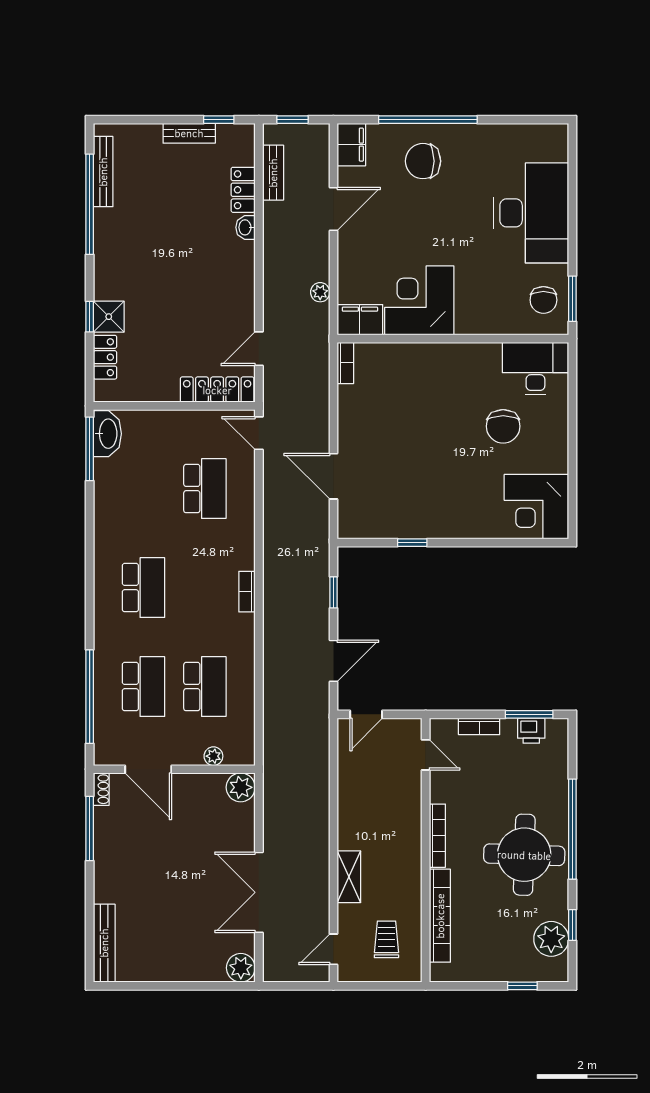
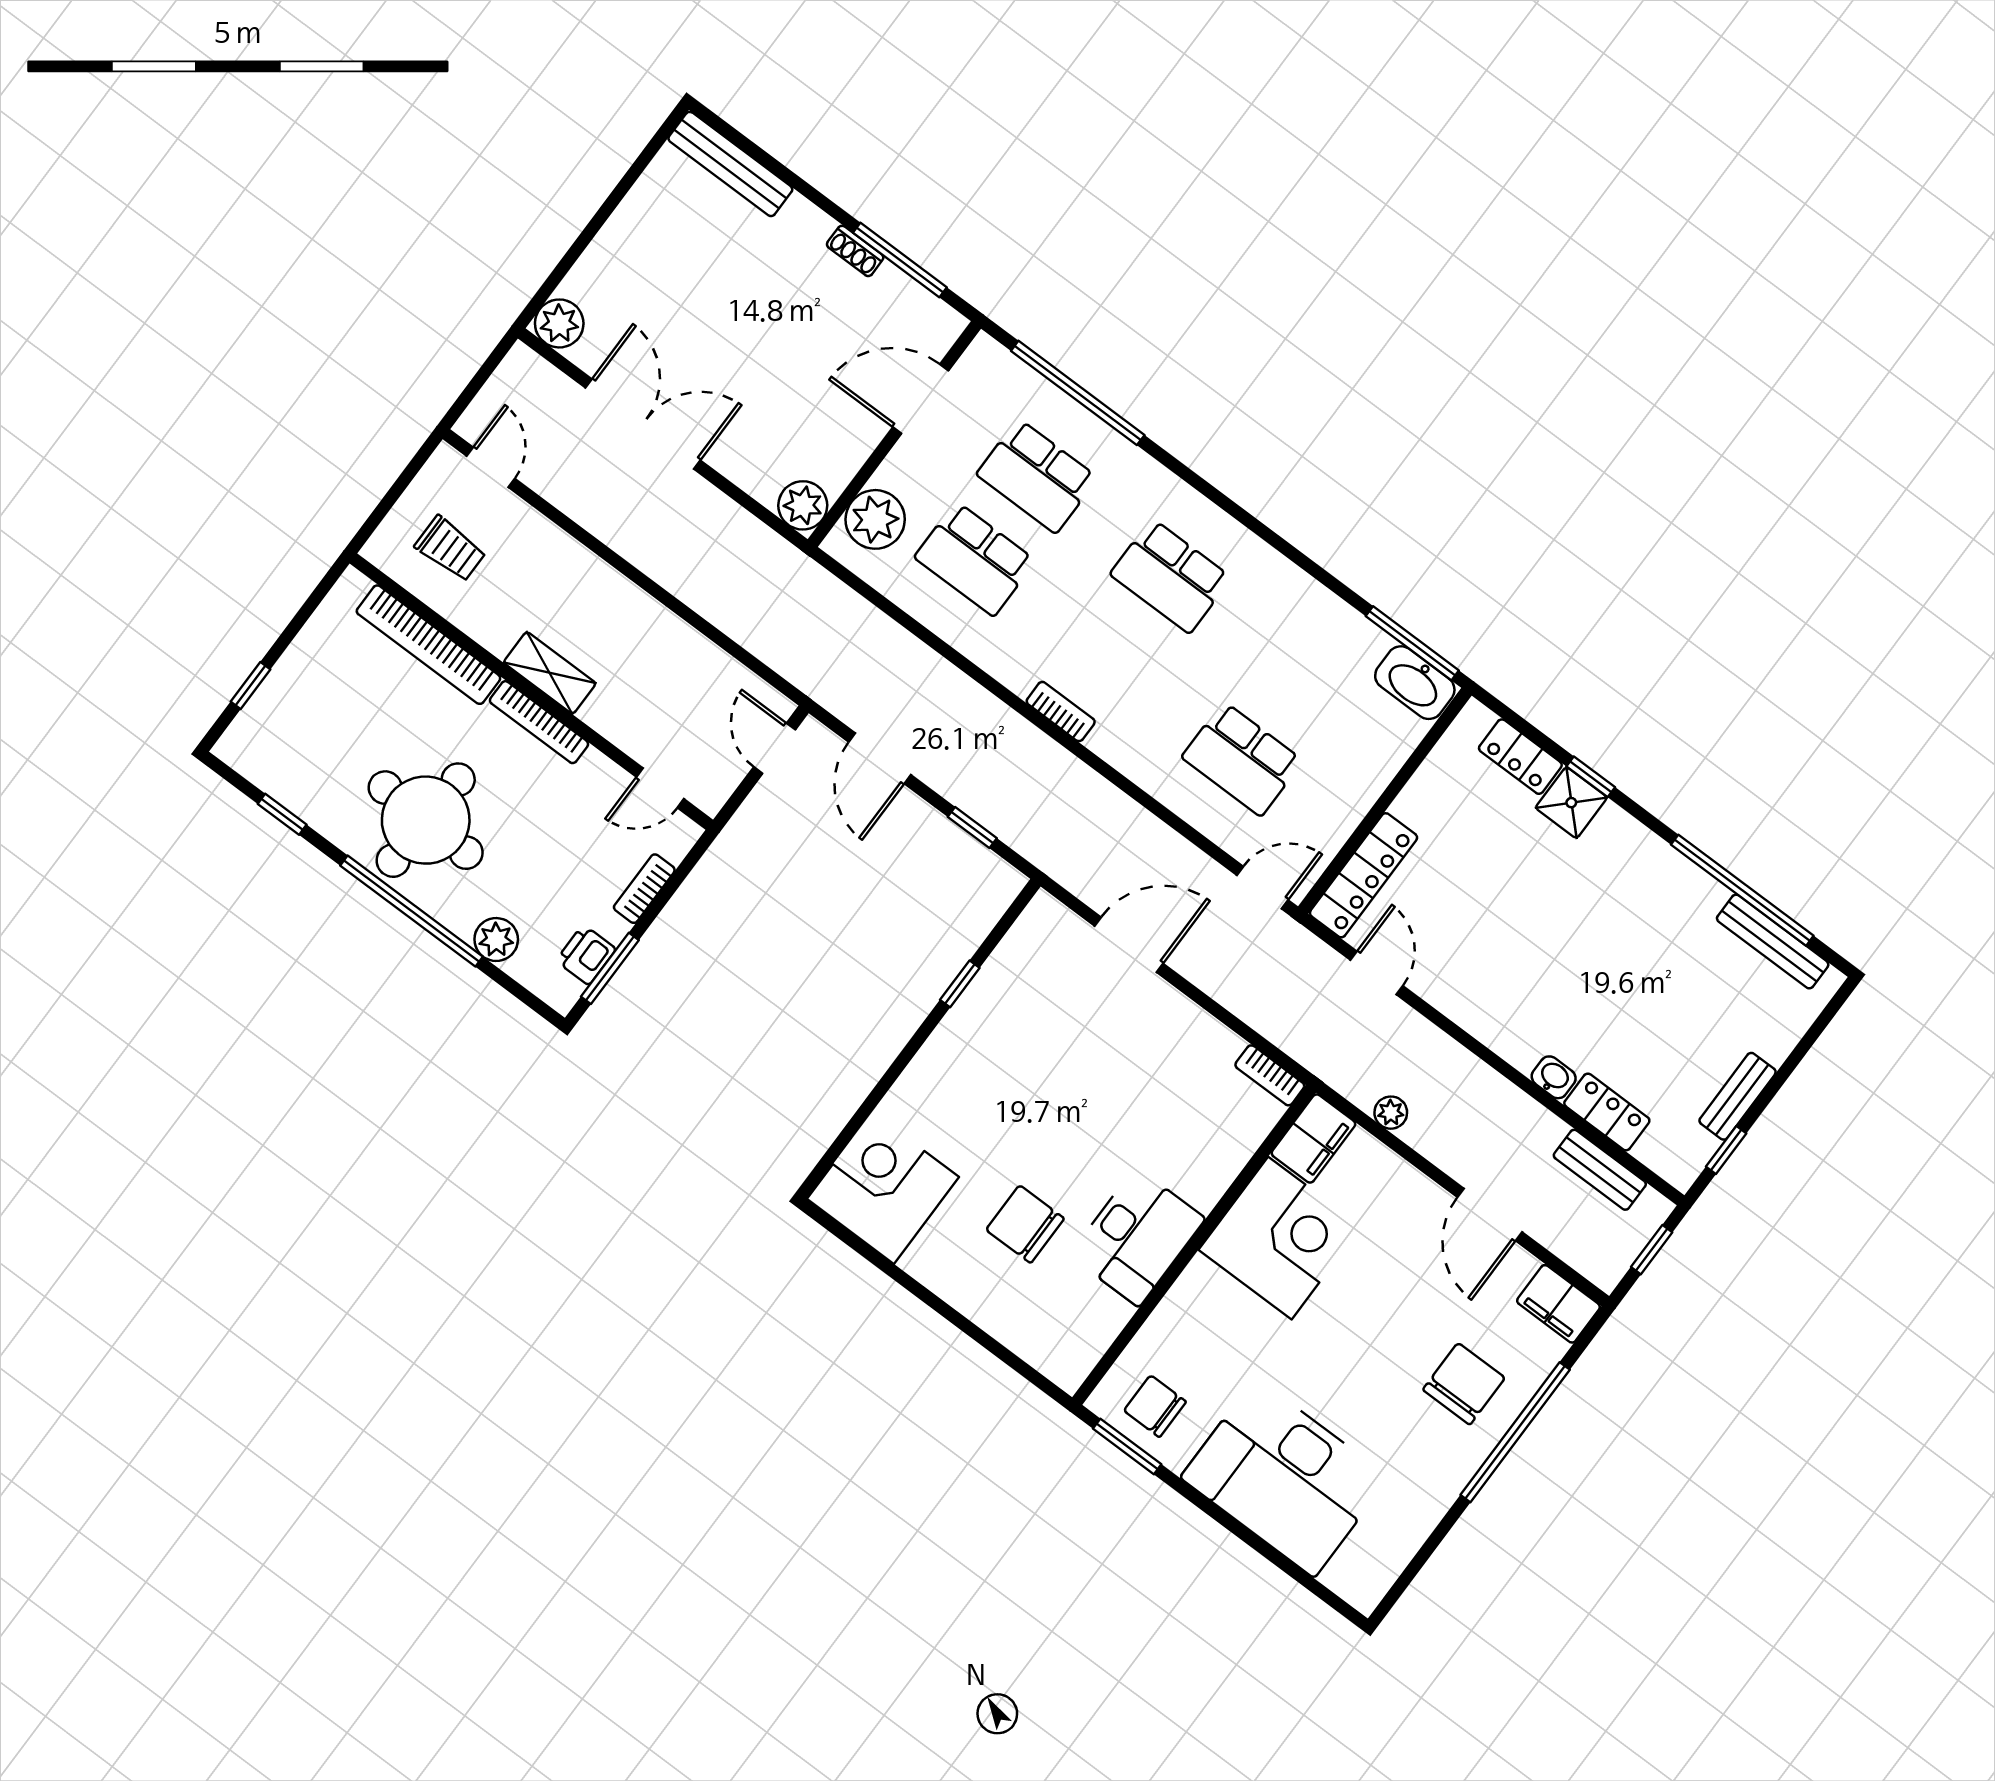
desk: (535, 368) -> (1137, 1237), moved
plant: (213, 756) -> (875, 519), width x1.88, depth x1.88
shoe rack: (101, 789) -> (855, 251), moved
shelving: (349, 877) -> (550, 673), moved
plant: (551, 939) -> (496, 940), moved, width x0.73, depth x0.73

